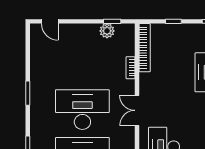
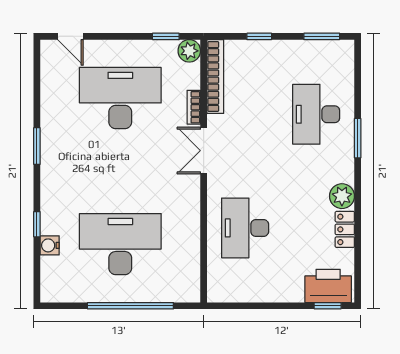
plant: (107, 31) -> (189, 51), moved
desk: (82, 110) -> (120, 98), moved
double door: (137, 110) -> (204, 151), moved

